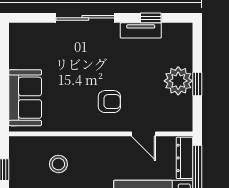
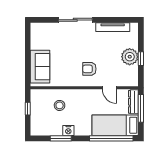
window: (151, 18) -> (114, 20), removed
tv unit: (141, 30) -> (113, 27), width x1.41
armchair: (109, 102) -> (89, 69), turned 180

